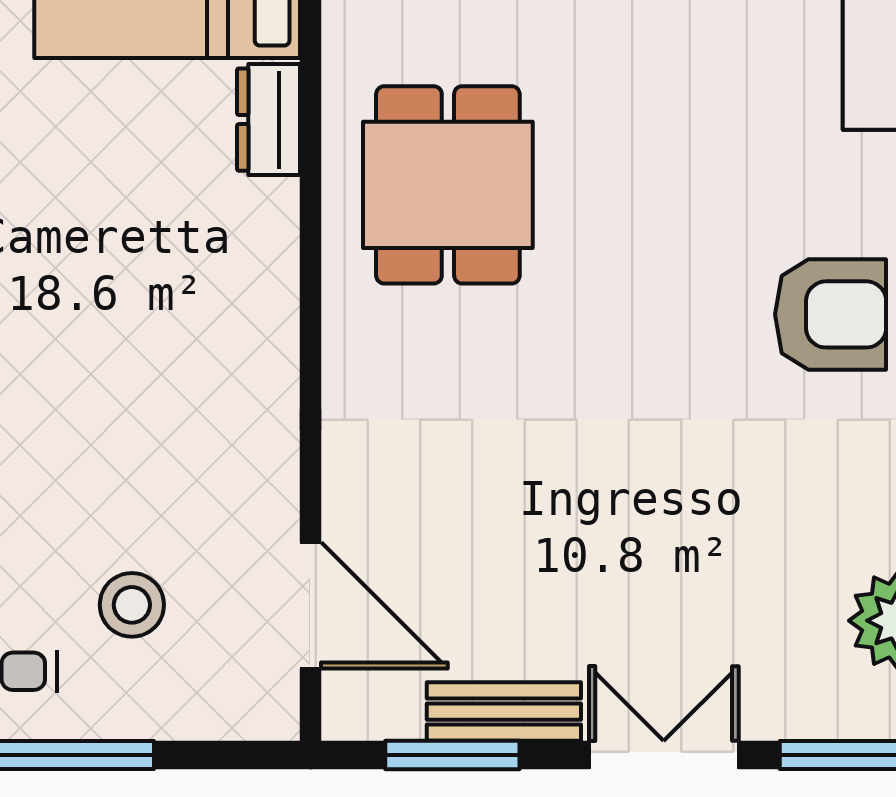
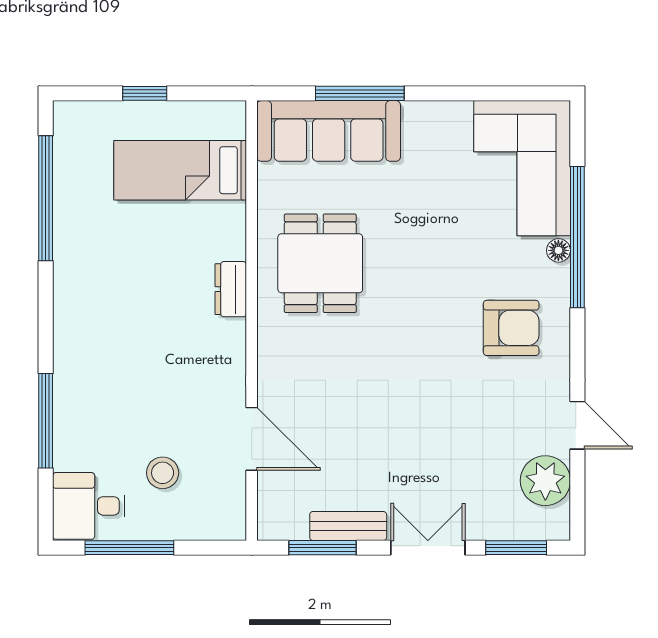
dresser: (269, 120) -> (231, 289), moved
door: (310, 605) -> (252, 439), moved

